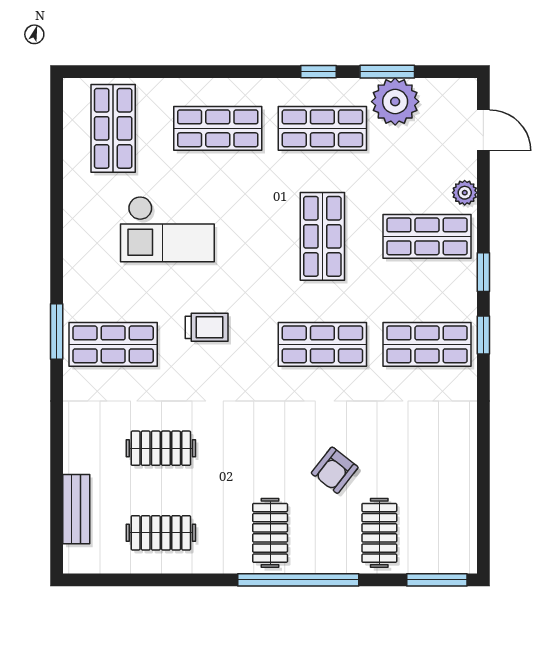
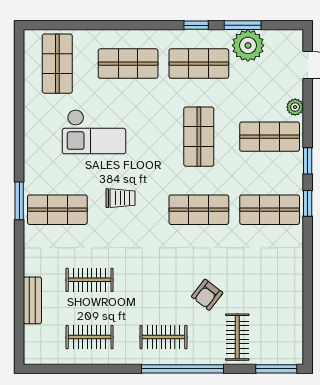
bench: (76, 509) -> (32, 300), moved
clothes rail: (270, 533) -> (163, 337), turned 90

